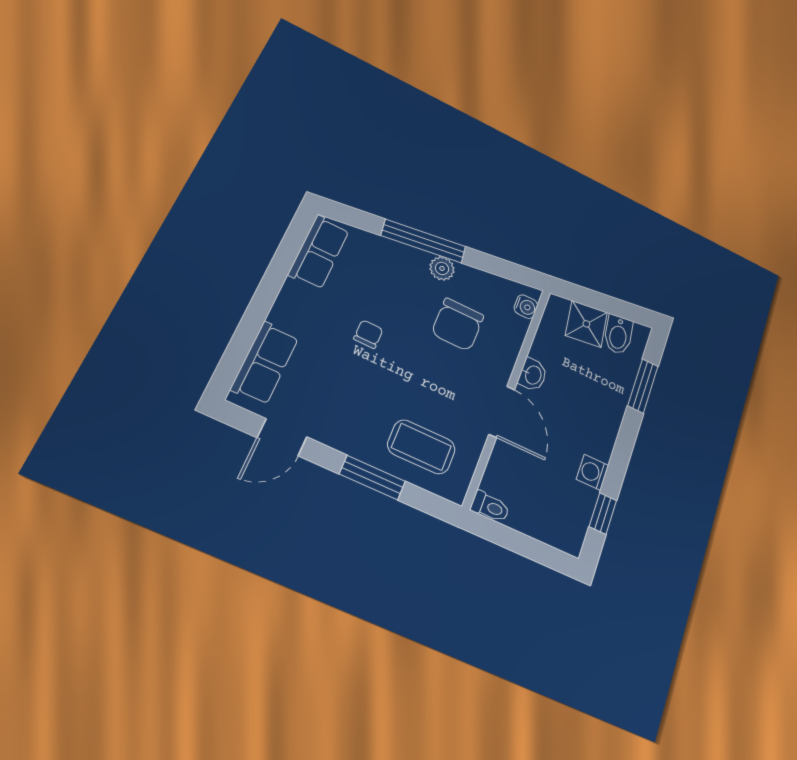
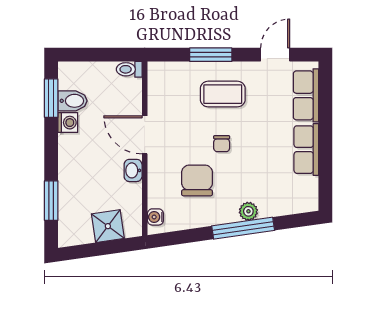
row of seats: (319, 252) -> (306, 150), moved
plant: (442, 268) -> (248, 211), moved
chair: (368, 334) -> (222, 144), moved
bidet: (618, 335) -> (72, 101), moved, turned 98
coffee table: (421, 447) -> (223, 94), moved
window: (603, 514) -> (51, 98), width x1.50

